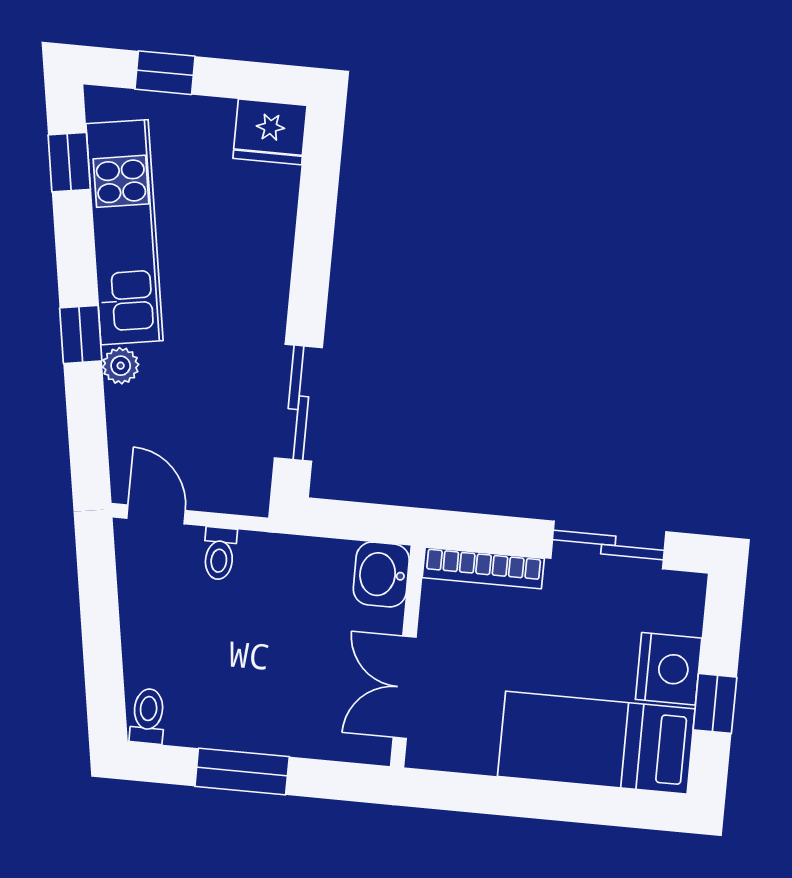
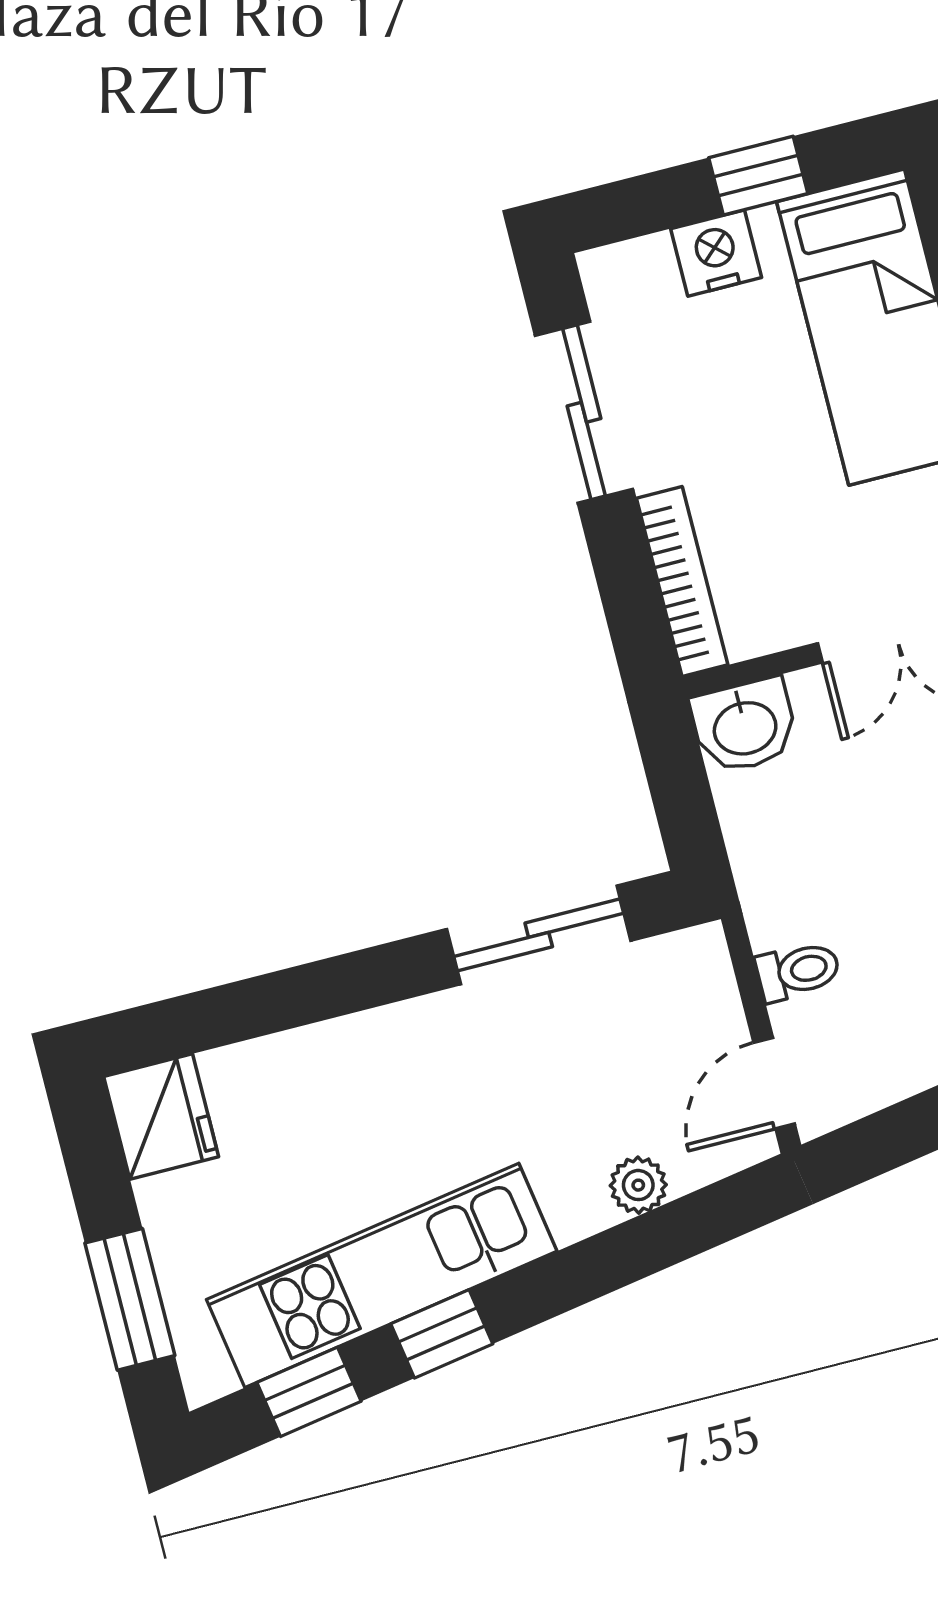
window: (165, 73) -> (130, 1299), width x1.50
window: (81, 334) -> (442, 1334), moved
plant: (121, 366) -> (638, 1185), moved
nightstand: (669, 669) -> (716, 253), width x0.74, depth x0.75

